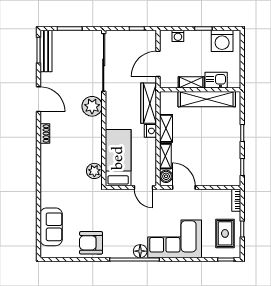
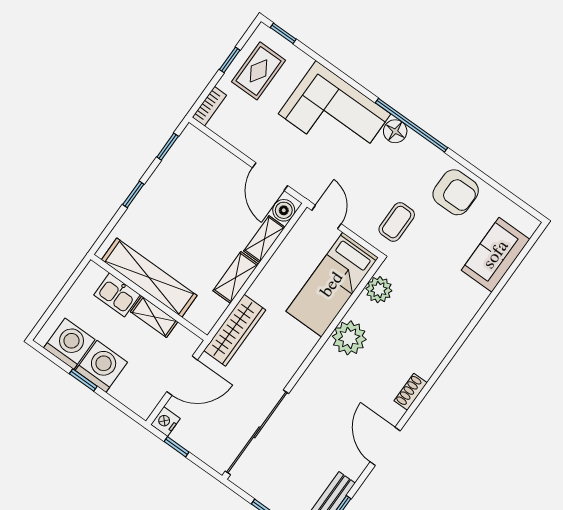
washing machine: (178, 36) -> (101, 366), moved, width x1.89, depth x1.89
plant: (92, 106) -> (349, 338), moved
nightstand: (150, 131) -> (165, 422), moved
coffee table: (109, 209) -> (397, 222), added

